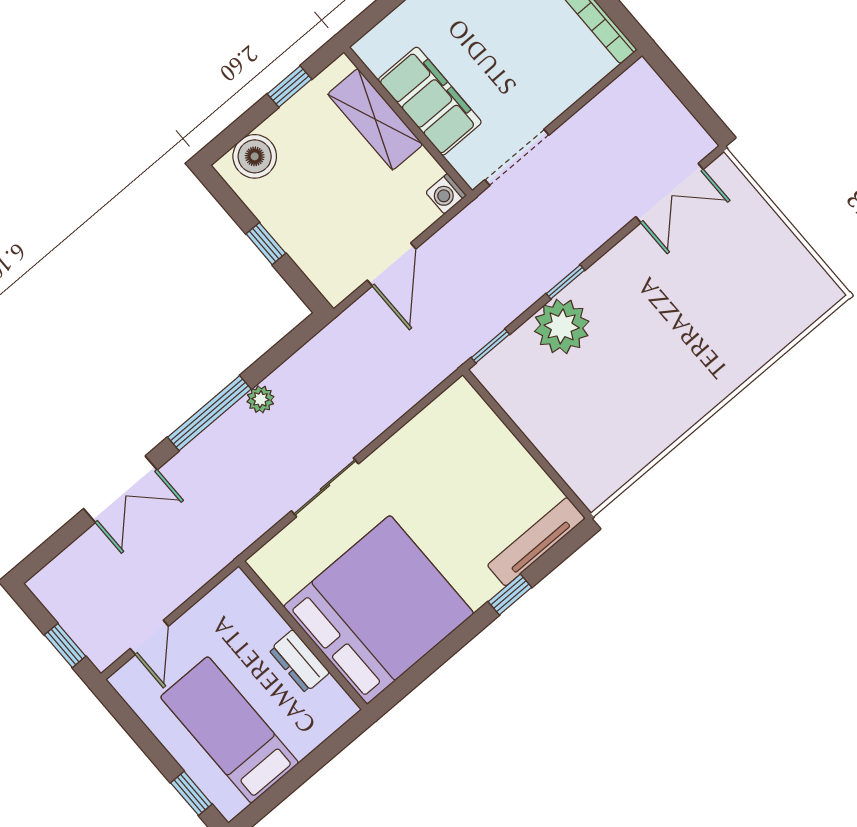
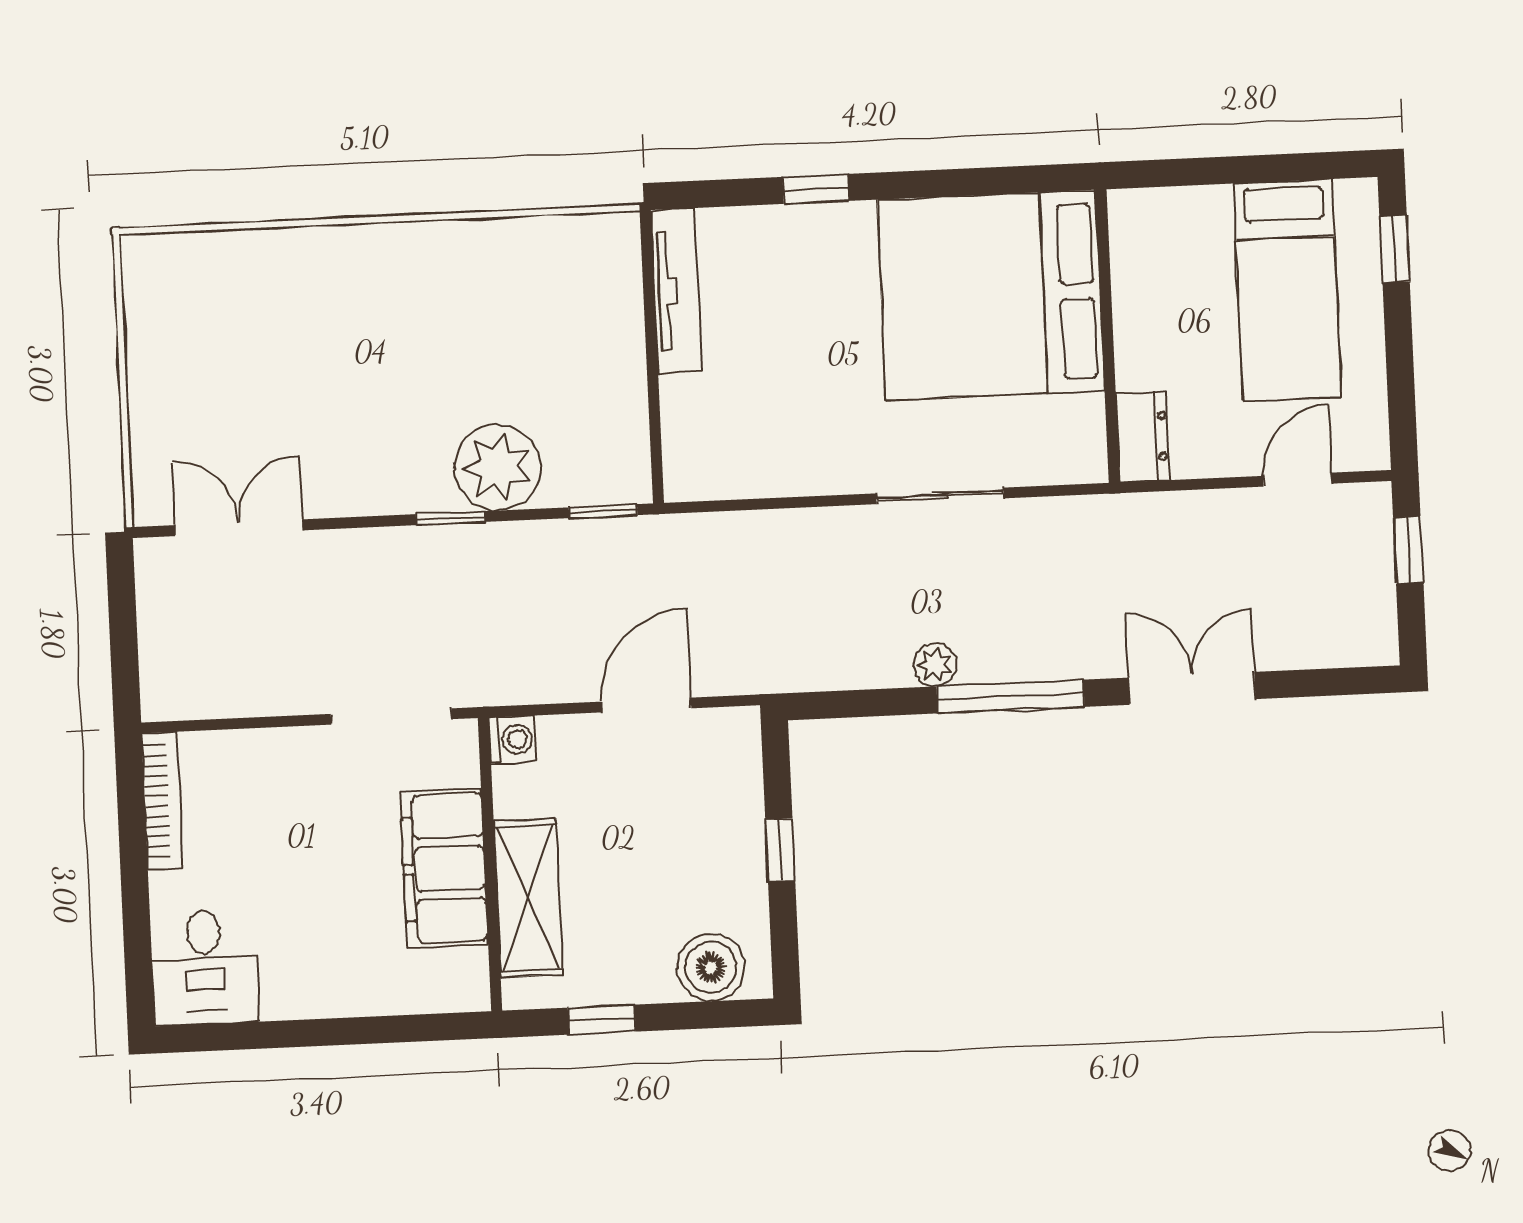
tv unit: (536, 542) -> (676, 291), moved, turned -90
dresser: (299, 661) -> (1143, 437), moved

